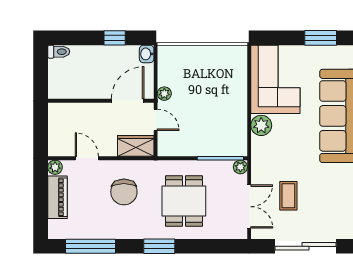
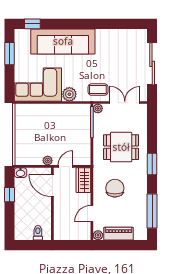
toilet: (59, 52) -> (38, 233), moved
chair: (124, 192) -> (115, 188), turned -90
coffee table: (288, 196) -> (98, 90), moved

